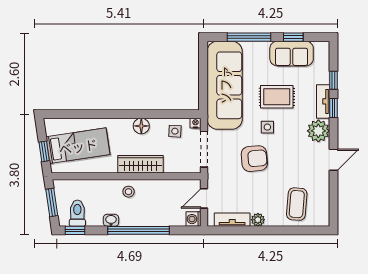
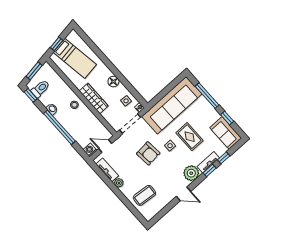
sofa: (292, 54) -> (226, 133), moved

